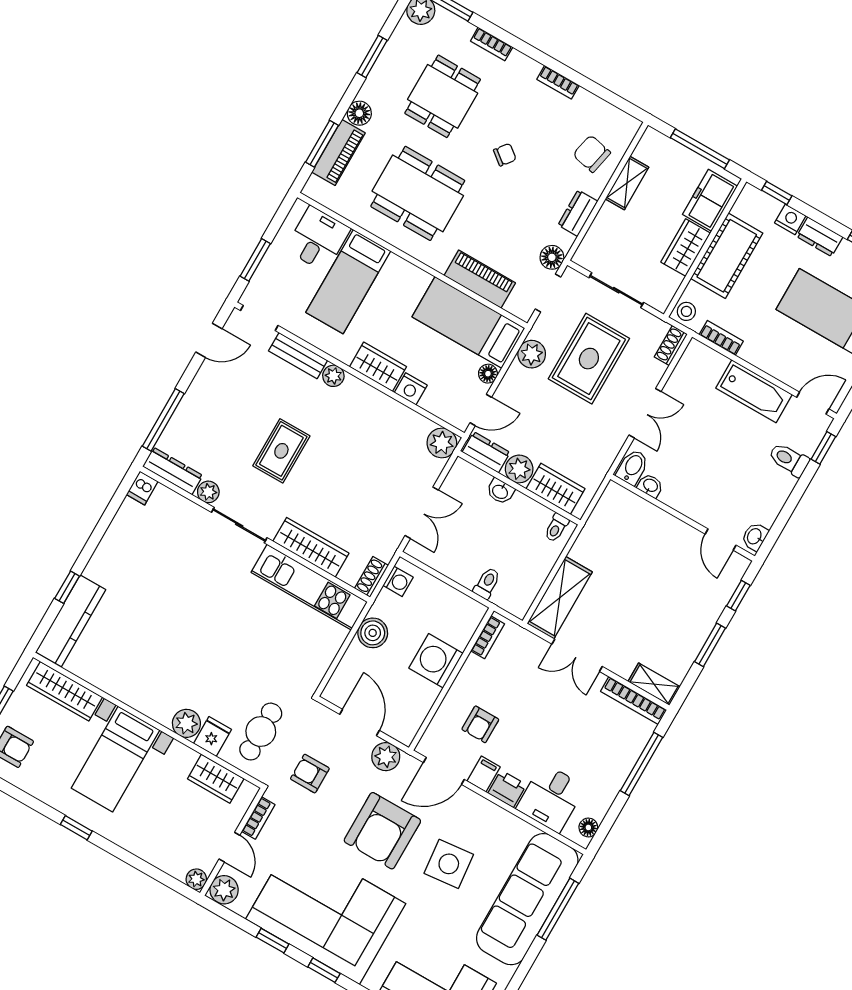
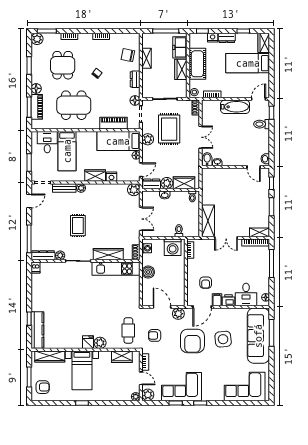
washing machine: (436, 661) -> (173, 247), moved, turned -90
fridge: (213, 736) -> (88, 342), moved
corner sofa: (326, 911) -> (182, 387), width x0.73, depth x0.74

